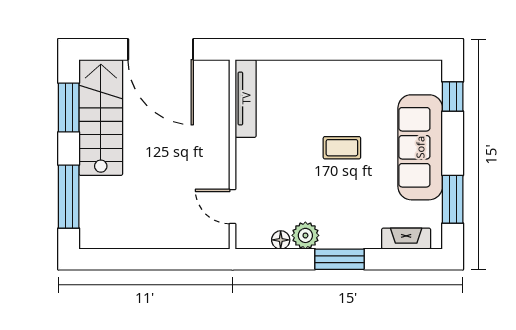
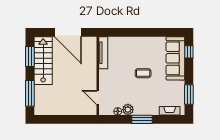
sofa: (420, 147) -> (175, 58), moved

